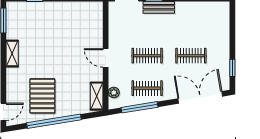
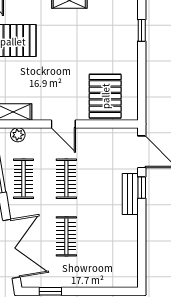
pallet: (85, 26) -> (105, 96), added
door: (106, 58) -> (63, 124), swing flipped

